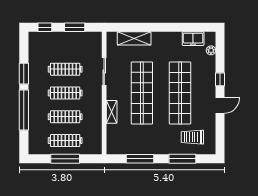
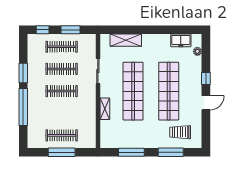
clothes rail: (65, 117) -> (62, 47), moved

